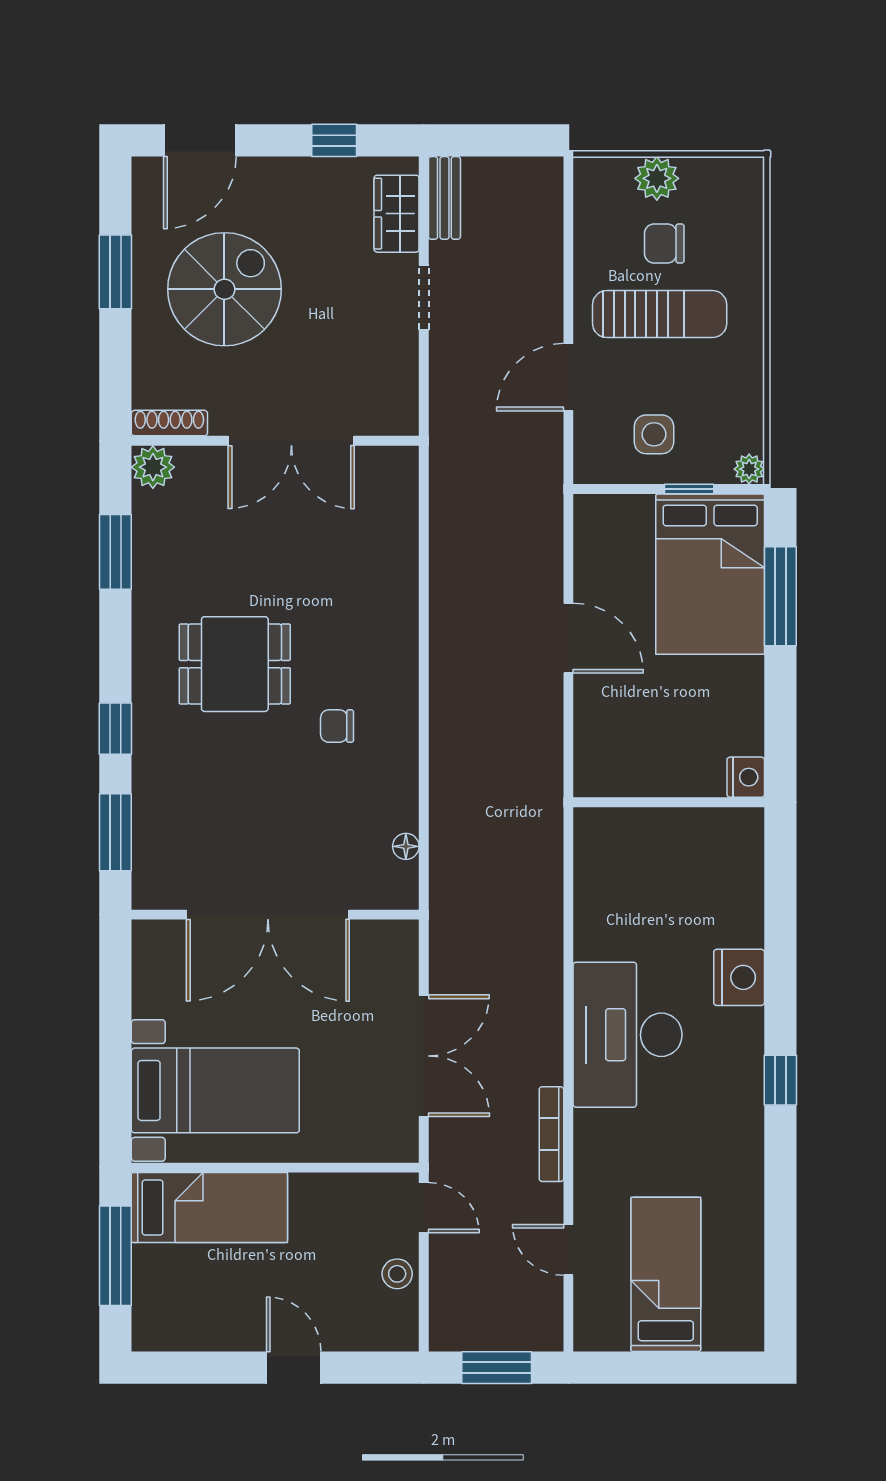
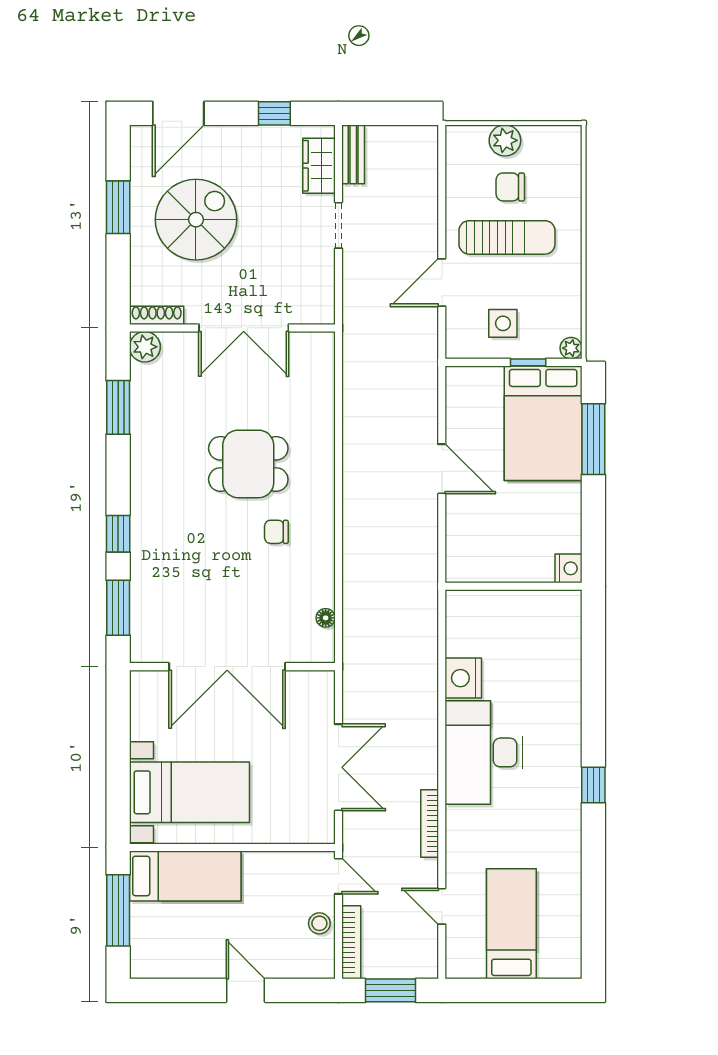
dining table: (235, 664) -> (248, 464), moved
nightstand: (739, 977) -> (463, 678), moved, turned 180
bookcase: (442, 1300) -> (351, 942), added

